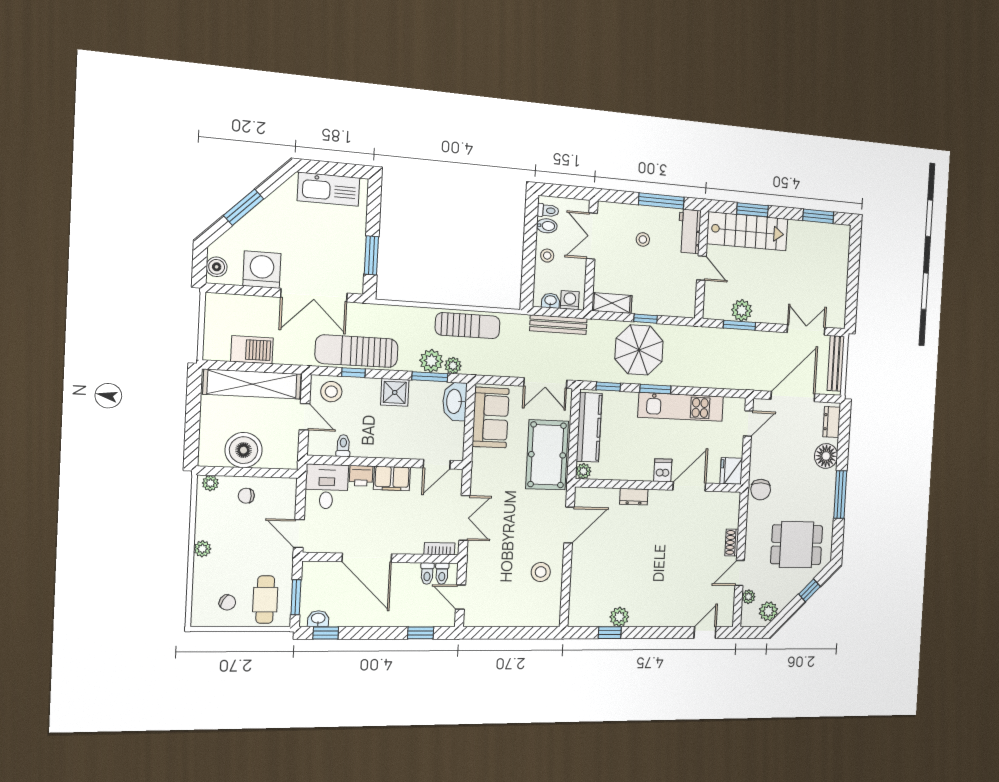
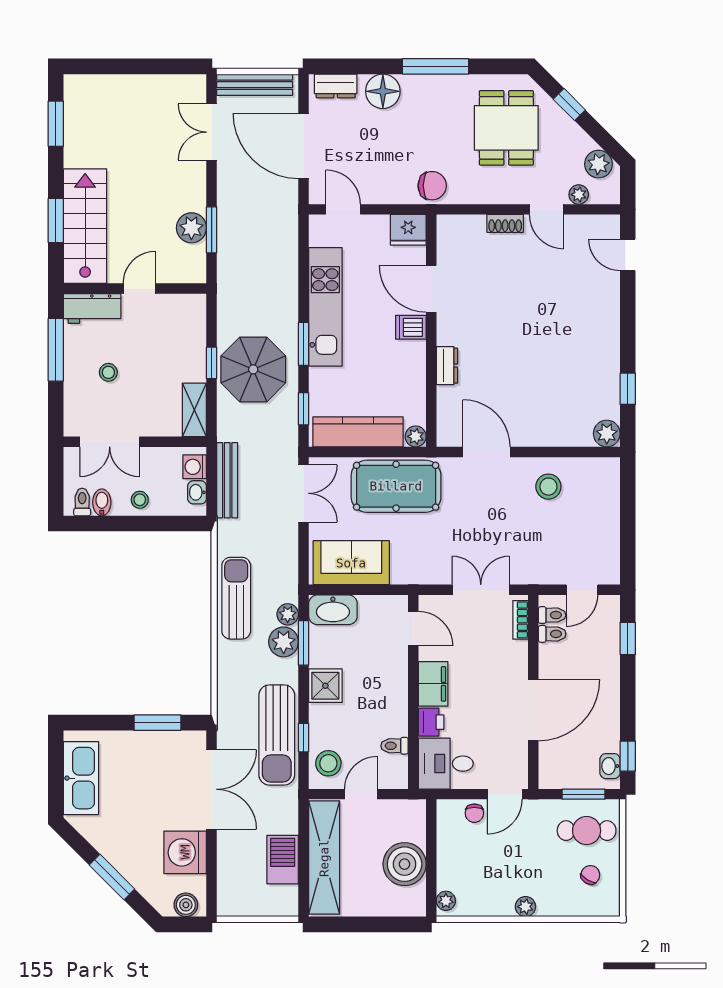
chair: (246, 496) -> (474, 813), moved
plant: (619, 617) -> (607, 434), moved

